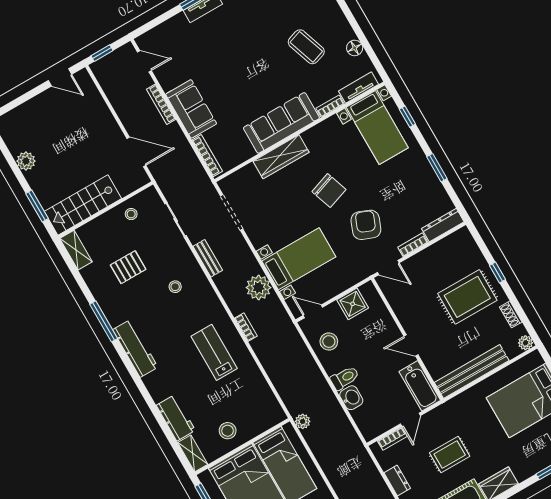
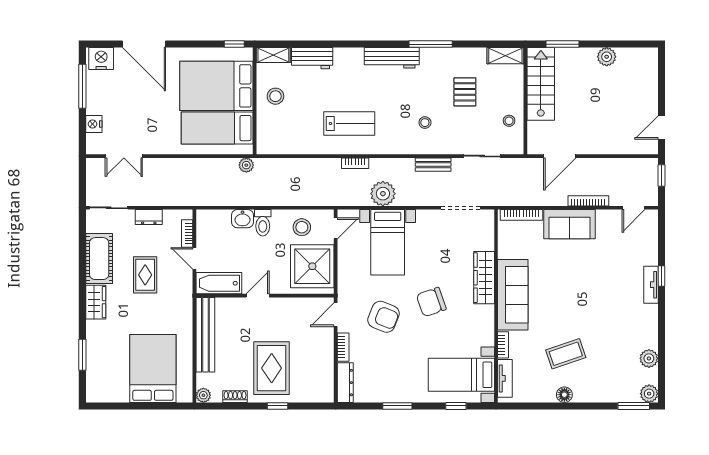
floor lamp: (355, 48) -> (564, 395), moved
shower: (353, 304) -> (312, 266), width x1.86, depth x1.86

